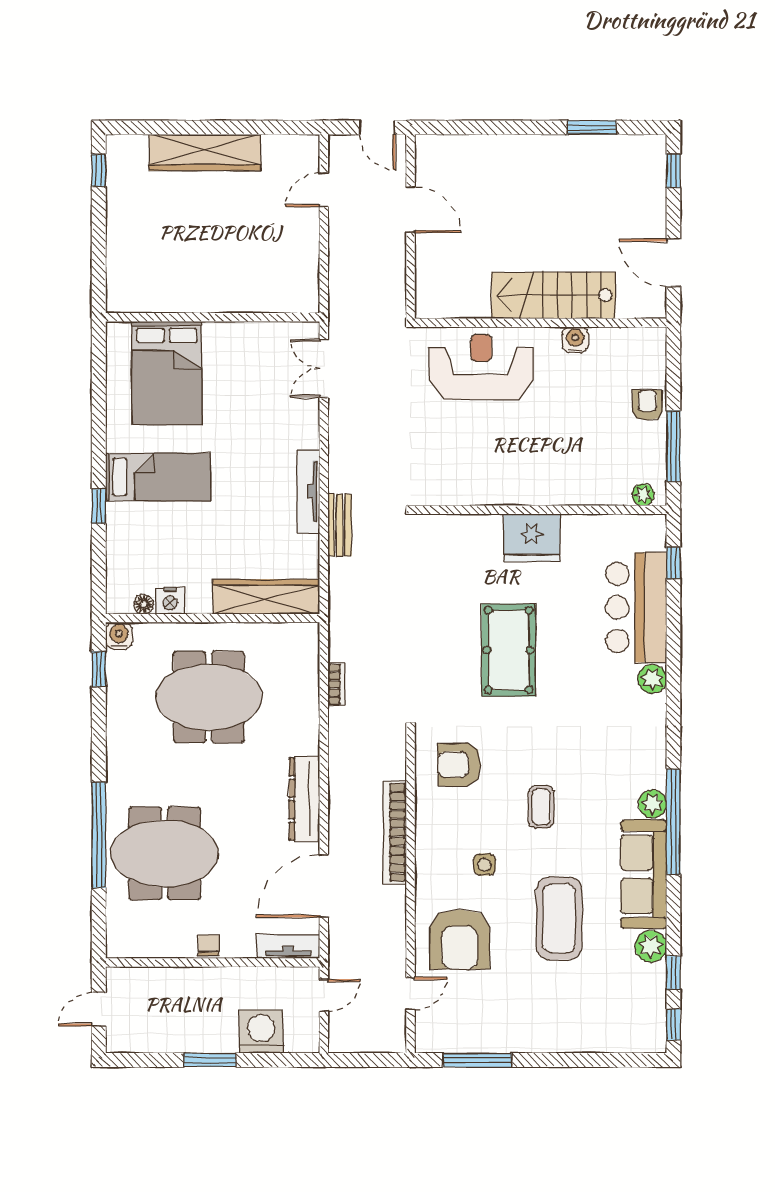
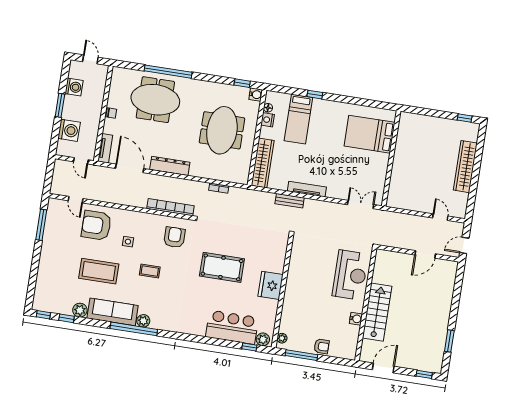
bed: (158, 477) -> (298, 119), moved
plant: (652, 679) -> (263, 339), moved
bookcase: (395, 833) -> (170, 207), moved
meeting table: (165, 853) -> (155, 100), turned 90
washing machine: (165, 1036) -> (74, 87), added

